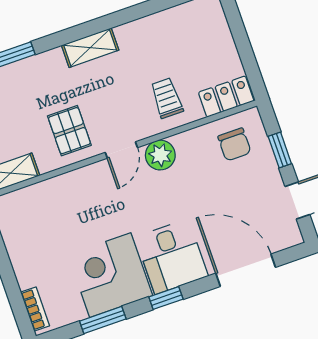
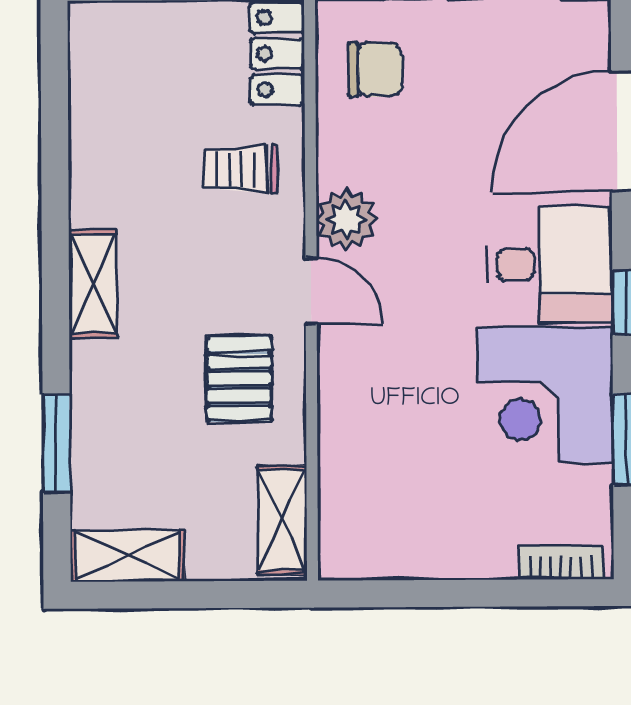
pallet: (69, 131) -> (239, 379), turned 90

